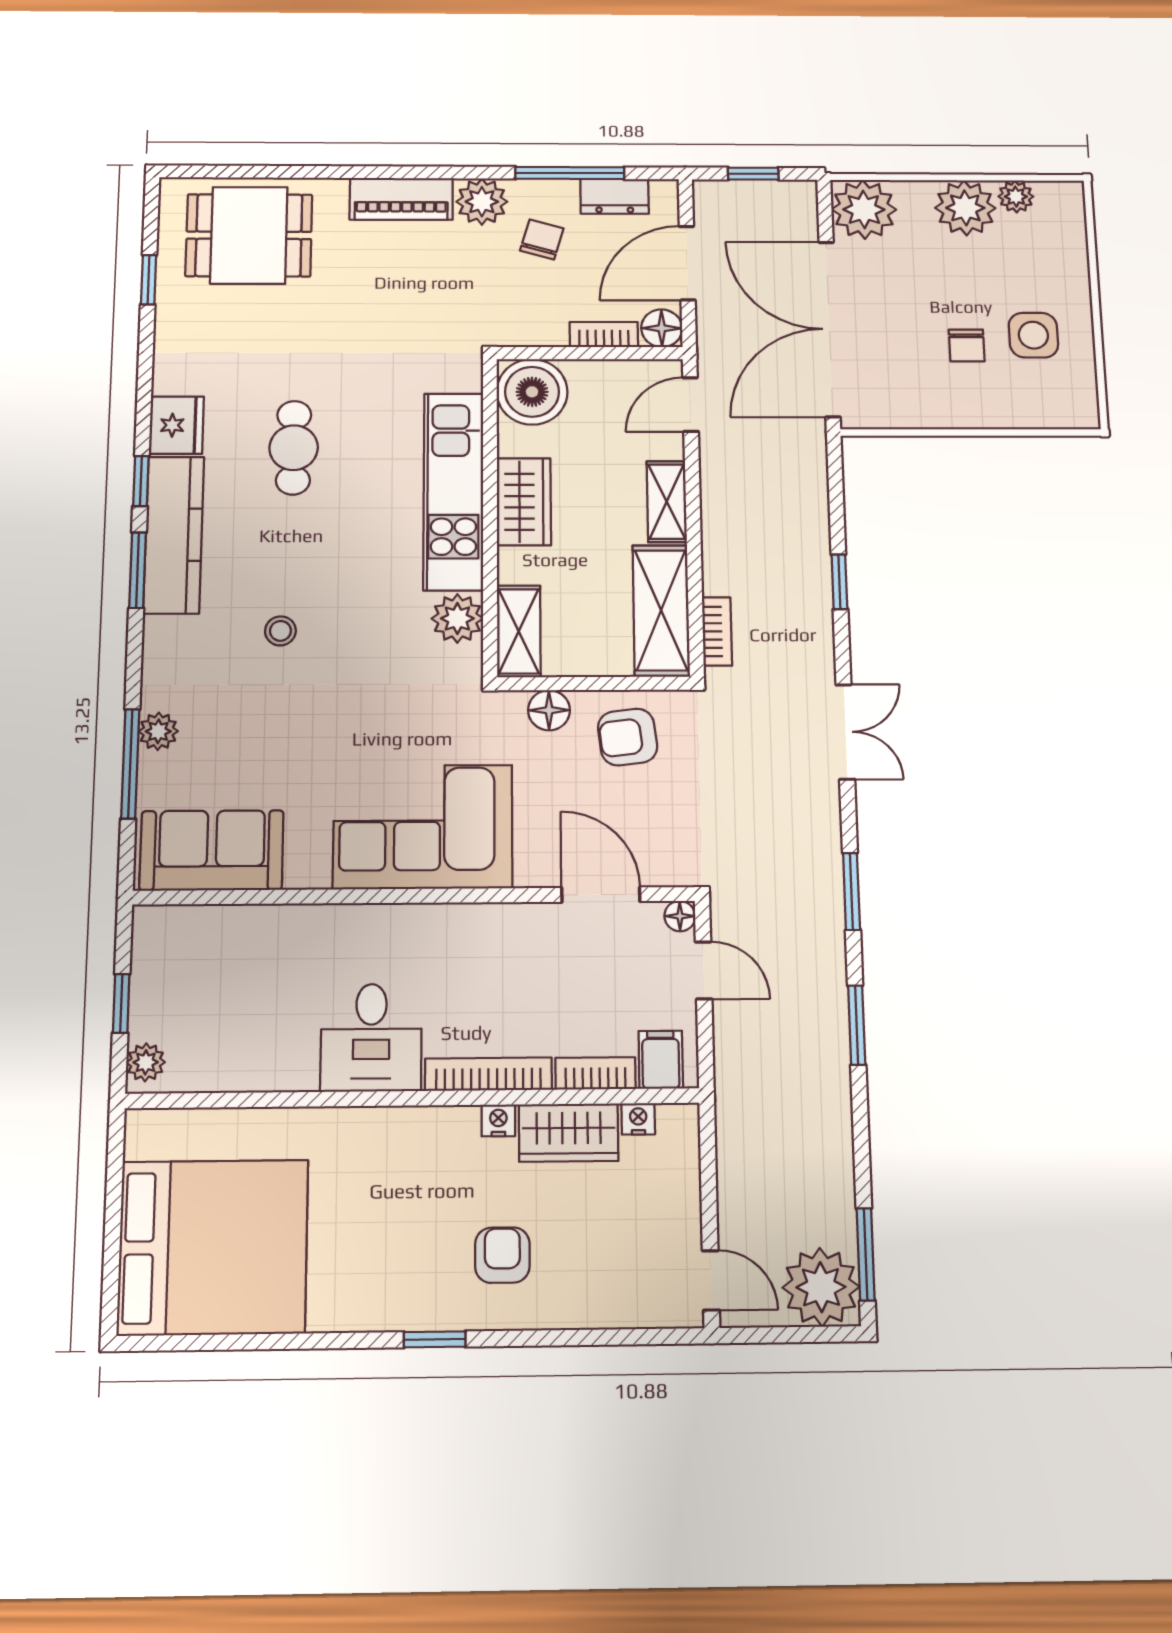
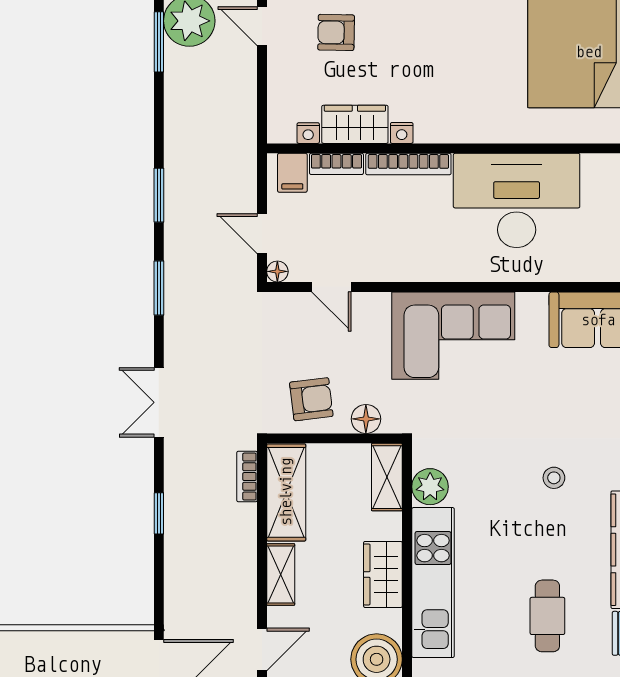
door: (601, 895) -> (331, 287), width x0.73
desk: (371, 1038) -> (517, 200), width x1.87, depth x1.30
armchair: (502, 1255) -> (336, 32), moved, turned 91

